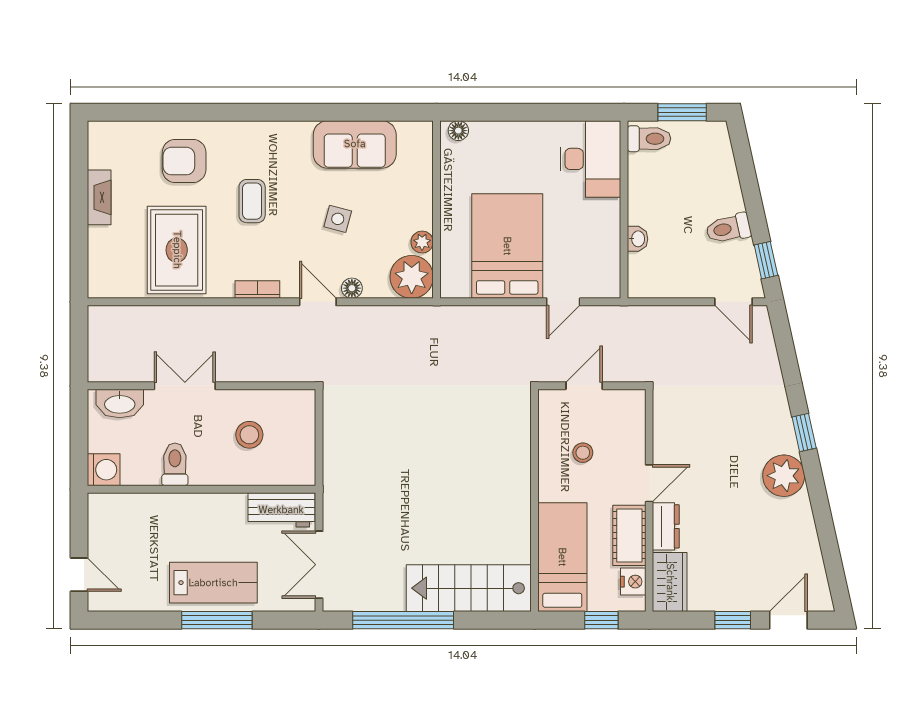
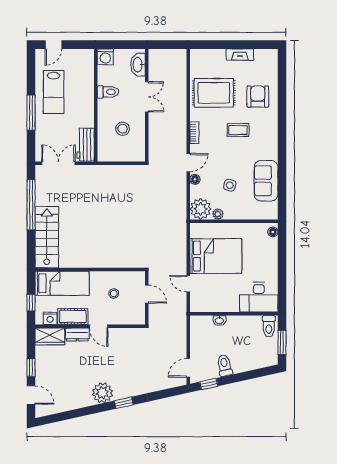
side table: (338, 219) -> (230, 185), moved
lab bench: (213, 583) -> (54, 92), moved

